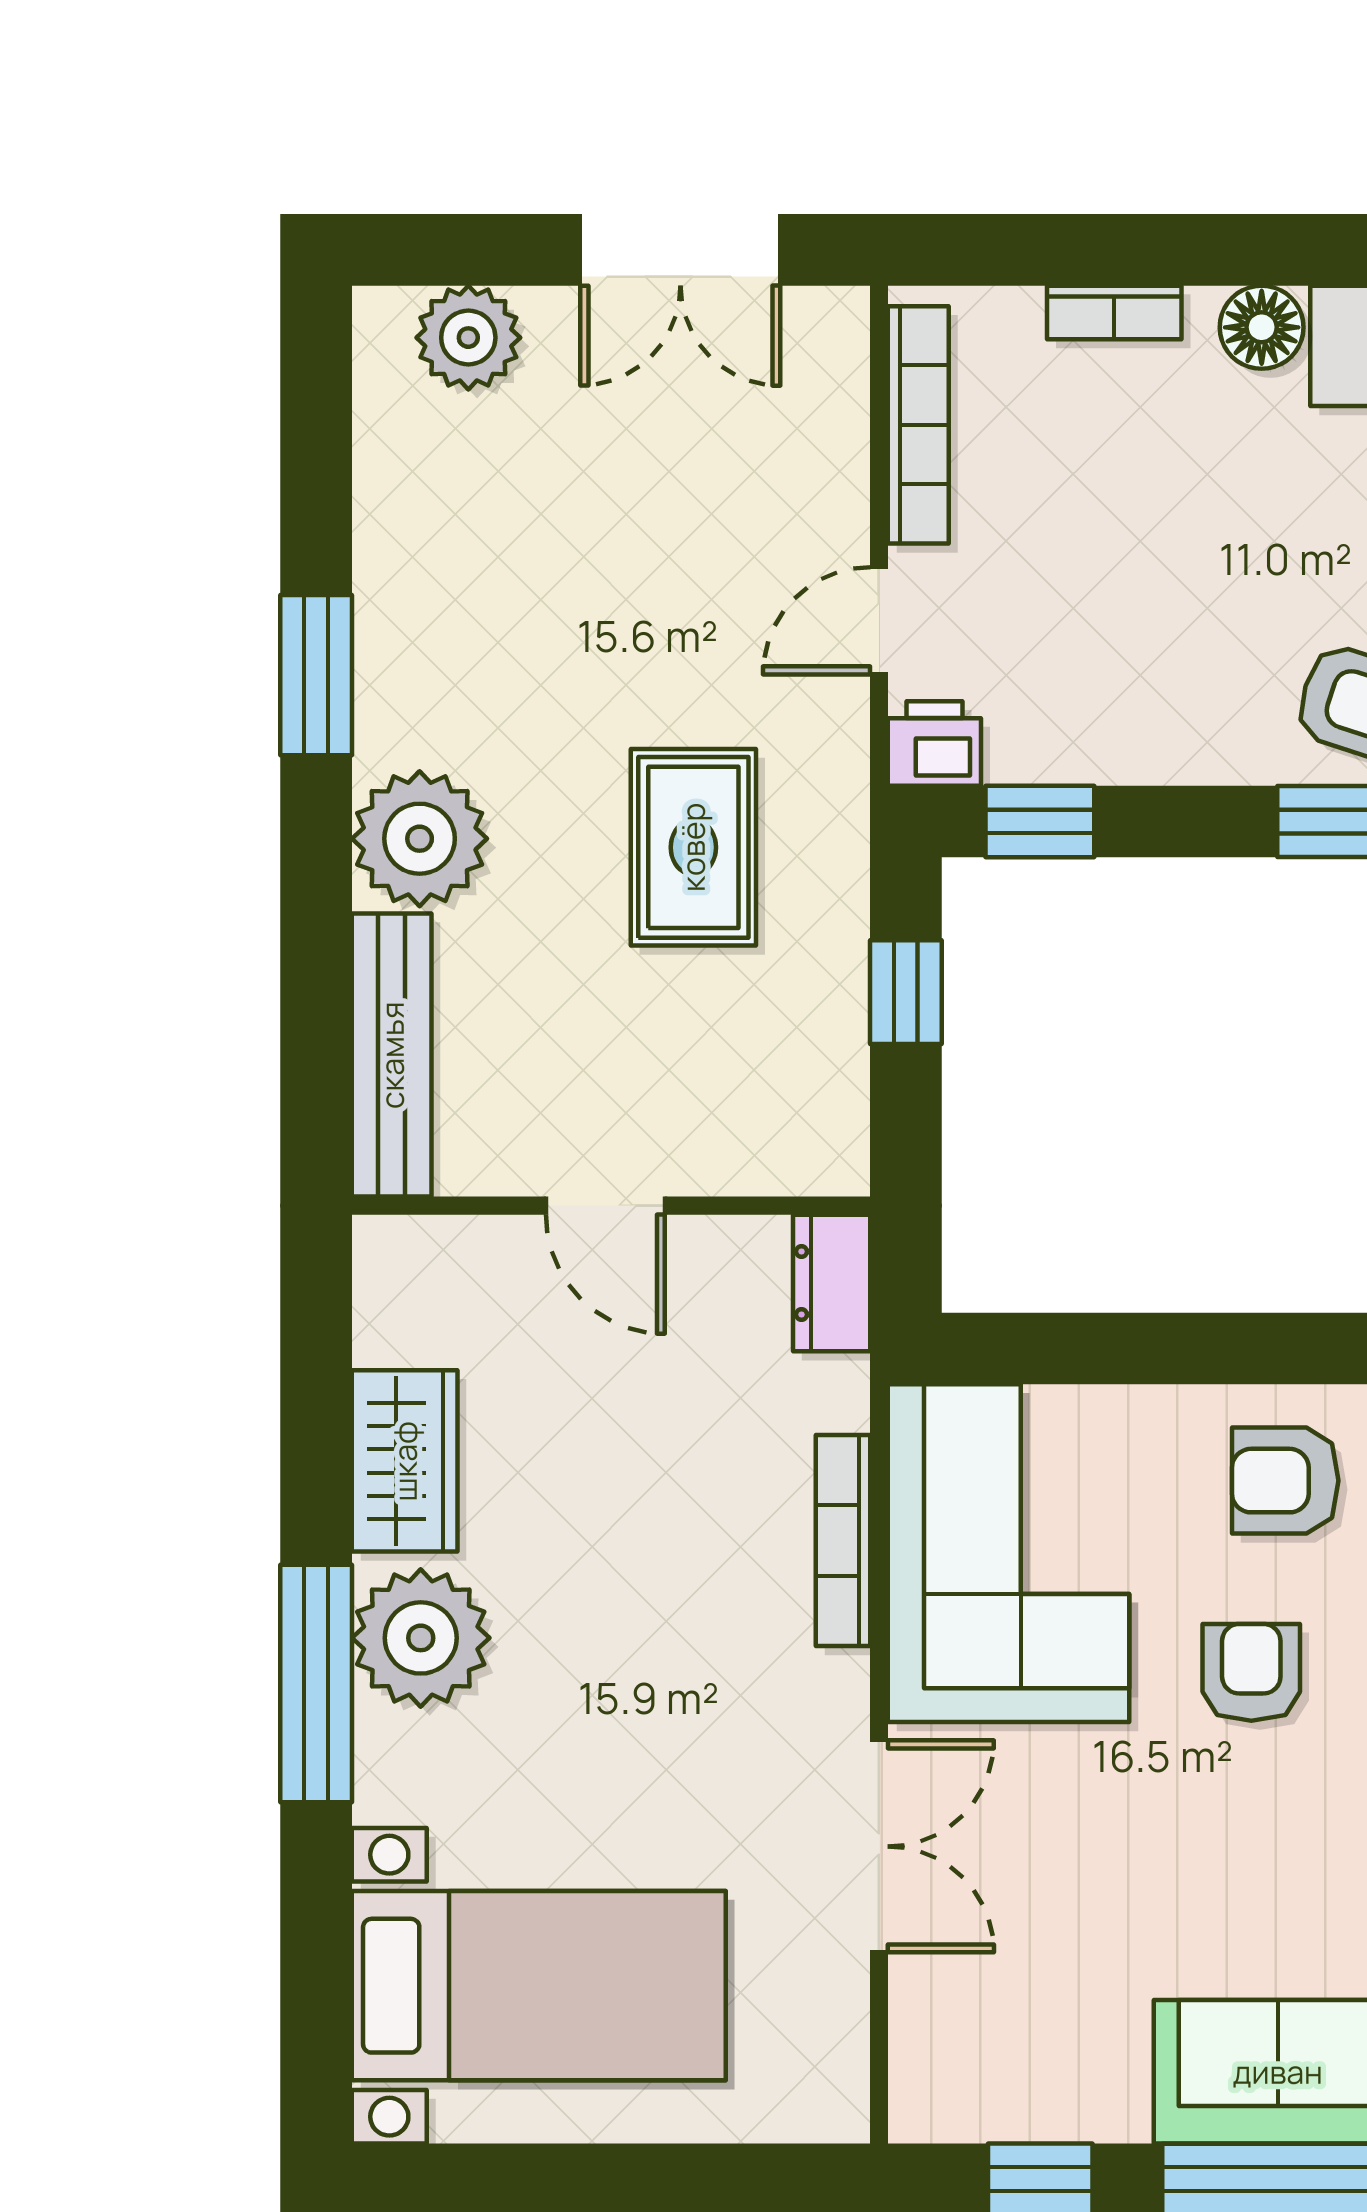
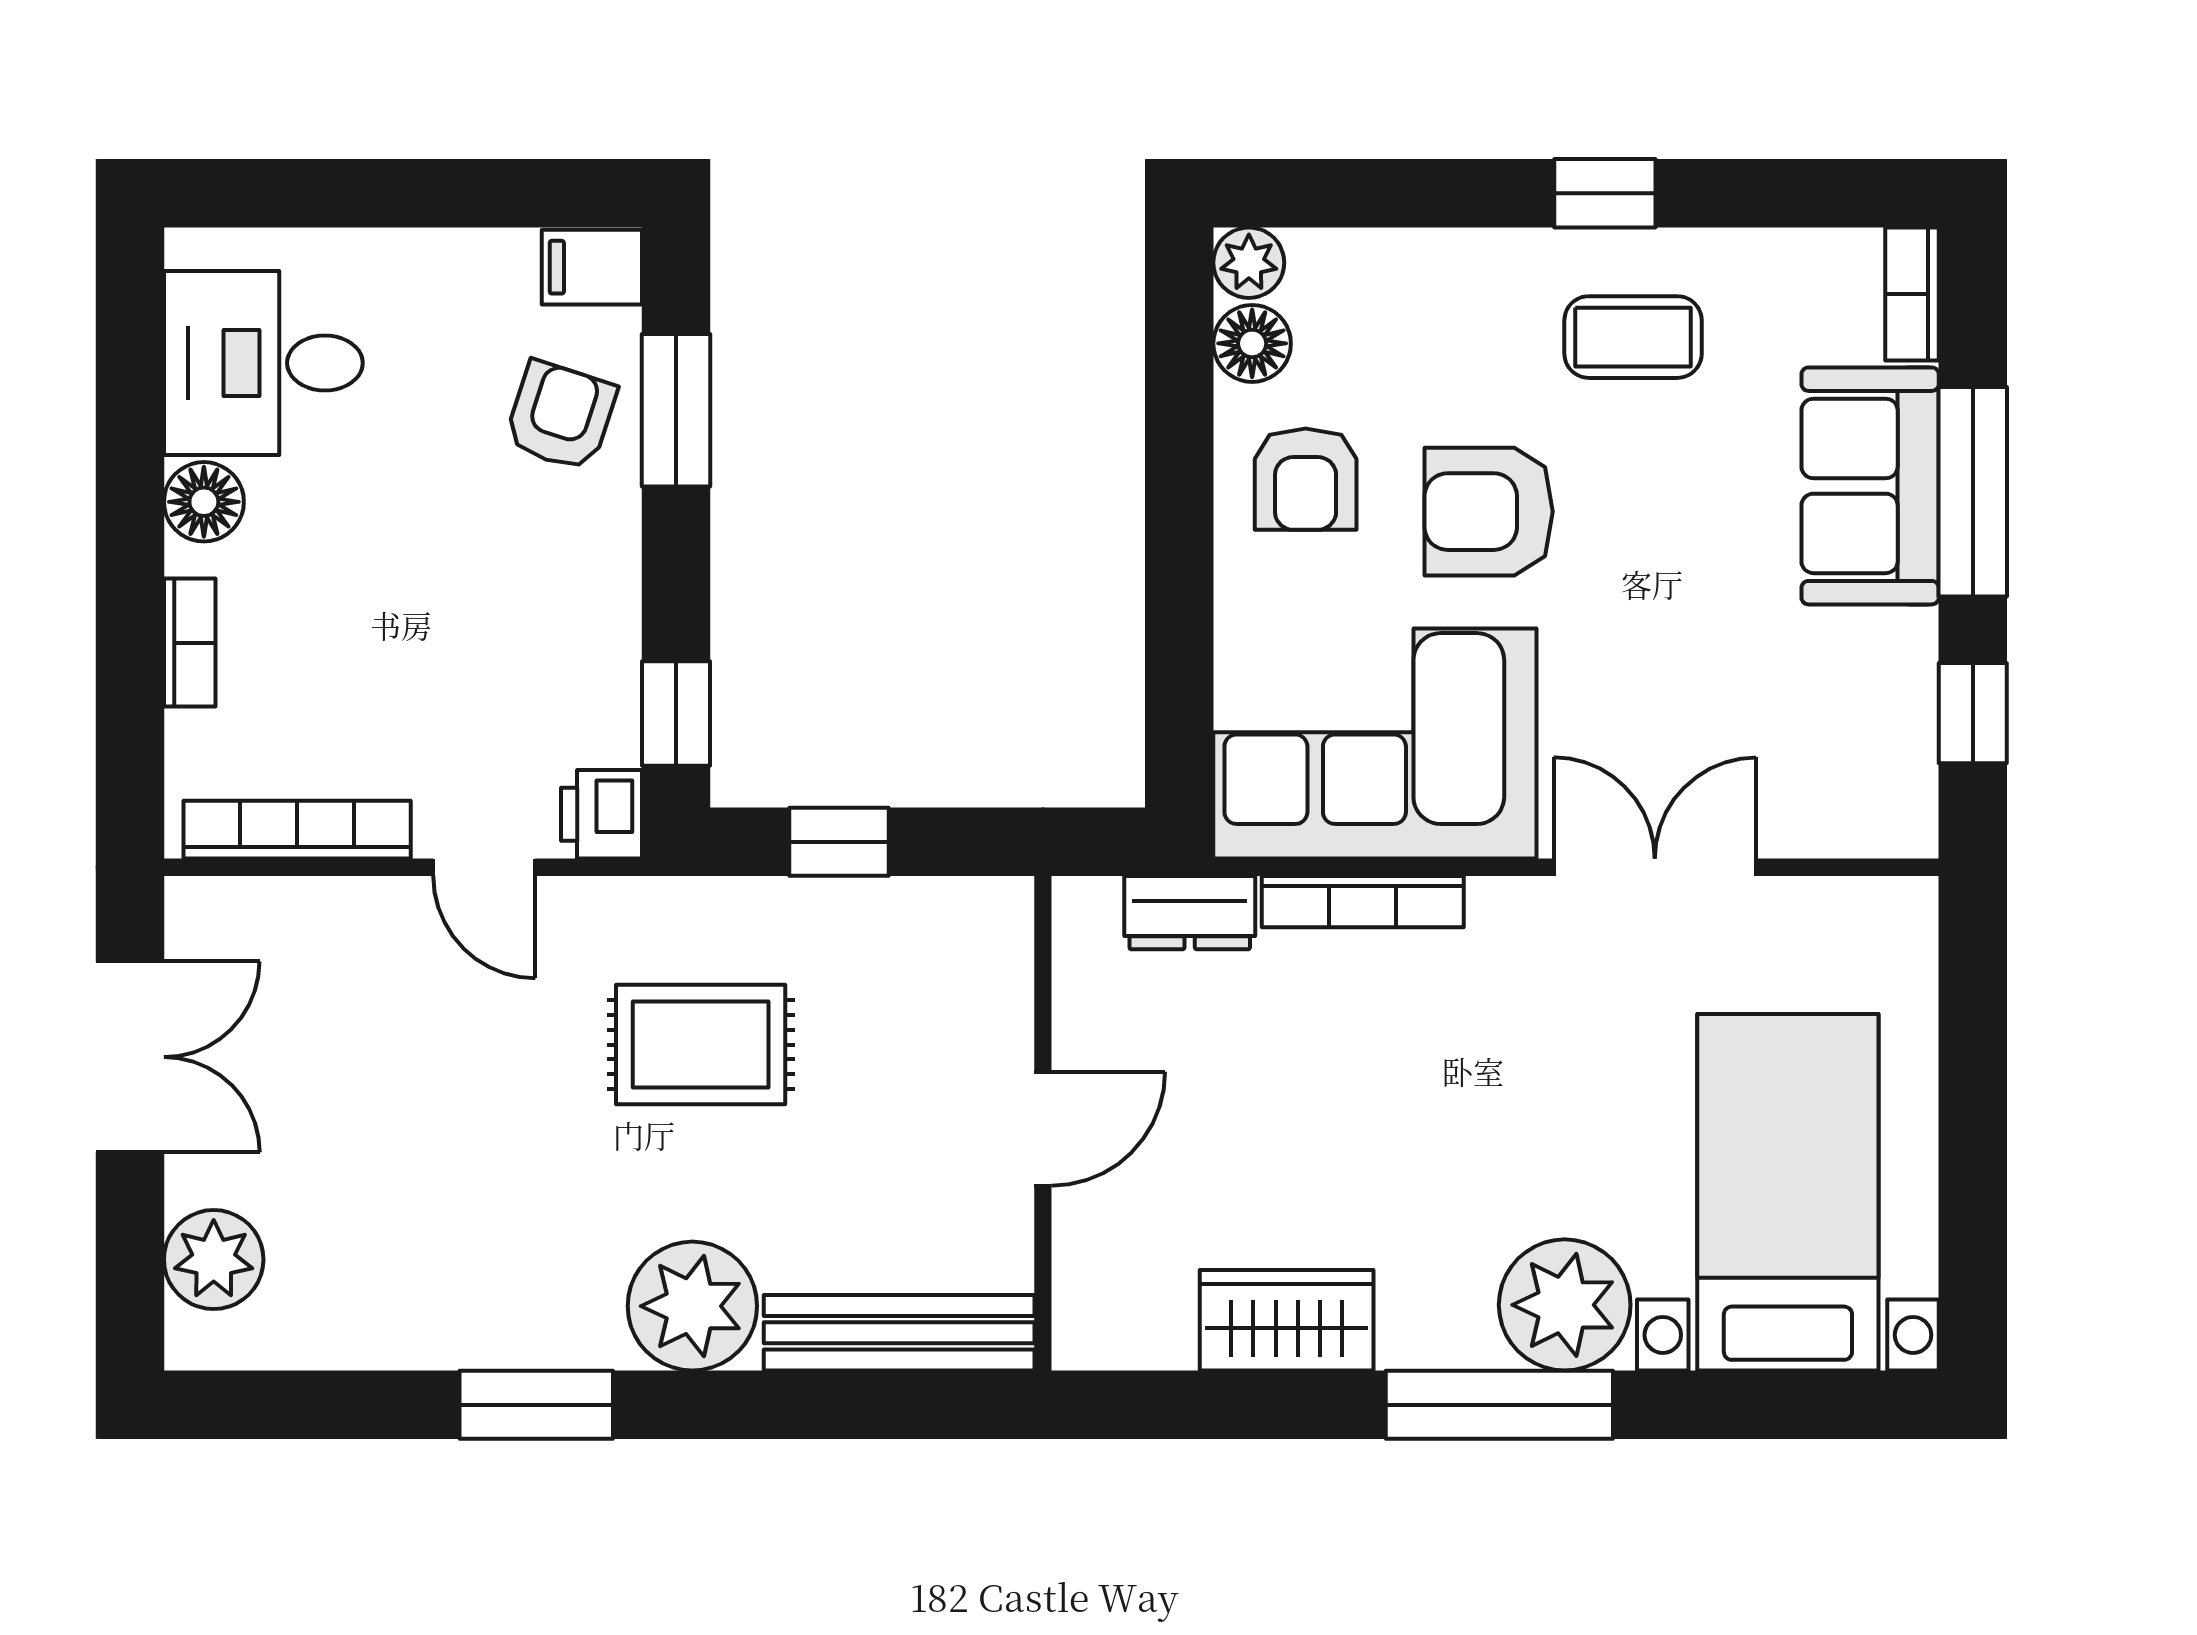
dresser: (832, 1283) -> (1190, 913), moved
plant: (421, 1638) -> (1565, 1305), moved
armchair: (1251, 1672) -> (1489, 512), width x1.38, depth x1.38

